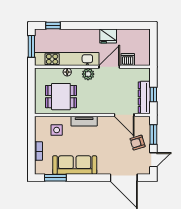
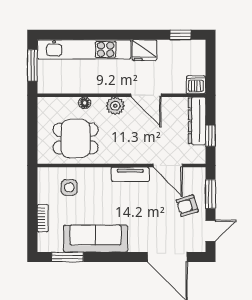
window: (53, 25) -> (180, 35), moved
kitchen unit: (67, 59) -> (84, 49), moved, turned 180
dishwasher: (128, 60) -> (196, 85), moved
door: (109, 67) -> (146, 95), swing flipped
dresser: (144, 97) -> (197, 121), moved
tv unit: (84, 121) -> (130, 174), moved

